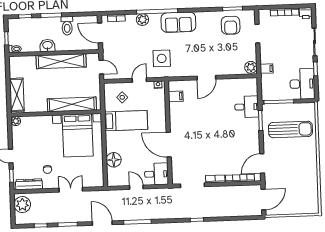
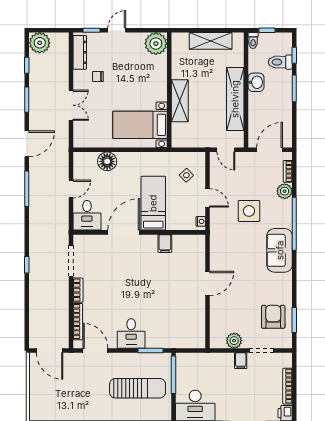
plant: (142, 20) -> (285, 191), moved
armchair: (231, 25) -> (273, 317), turned 90
toilet: (67, 26) -> (280, 62), moved
side table: (162, 58) -> (249, 211), moved
door: (101, 67) -> (226, 150), hinge flipped
plant: (251, 67) -> (234, 341), moved
filing cabinet: (267, 69) -> (241, 361), moved
door: (206, 78) -> (208, 283), swing flipped
shelving: (17, 95) -> (211, 41), moved
filing cabinet: (176, 96) -> (165, 244), moved
shelving: (72, 104) -> (180, 101), width x0.68
desk: (247, 107) -> (131, 333), moved
plant: (16, 121) -> (156, 44), width x1.88, depth x1.88
bed: (126, 121) -> (153, 203), moved, turned 180
sun lounger: (290, 129) -> (138, 388), turned -90
bed with nightstands: (78, 135) -> (140, 125), width x0.73
plant: (22, 205) -> (40, 43), moved

